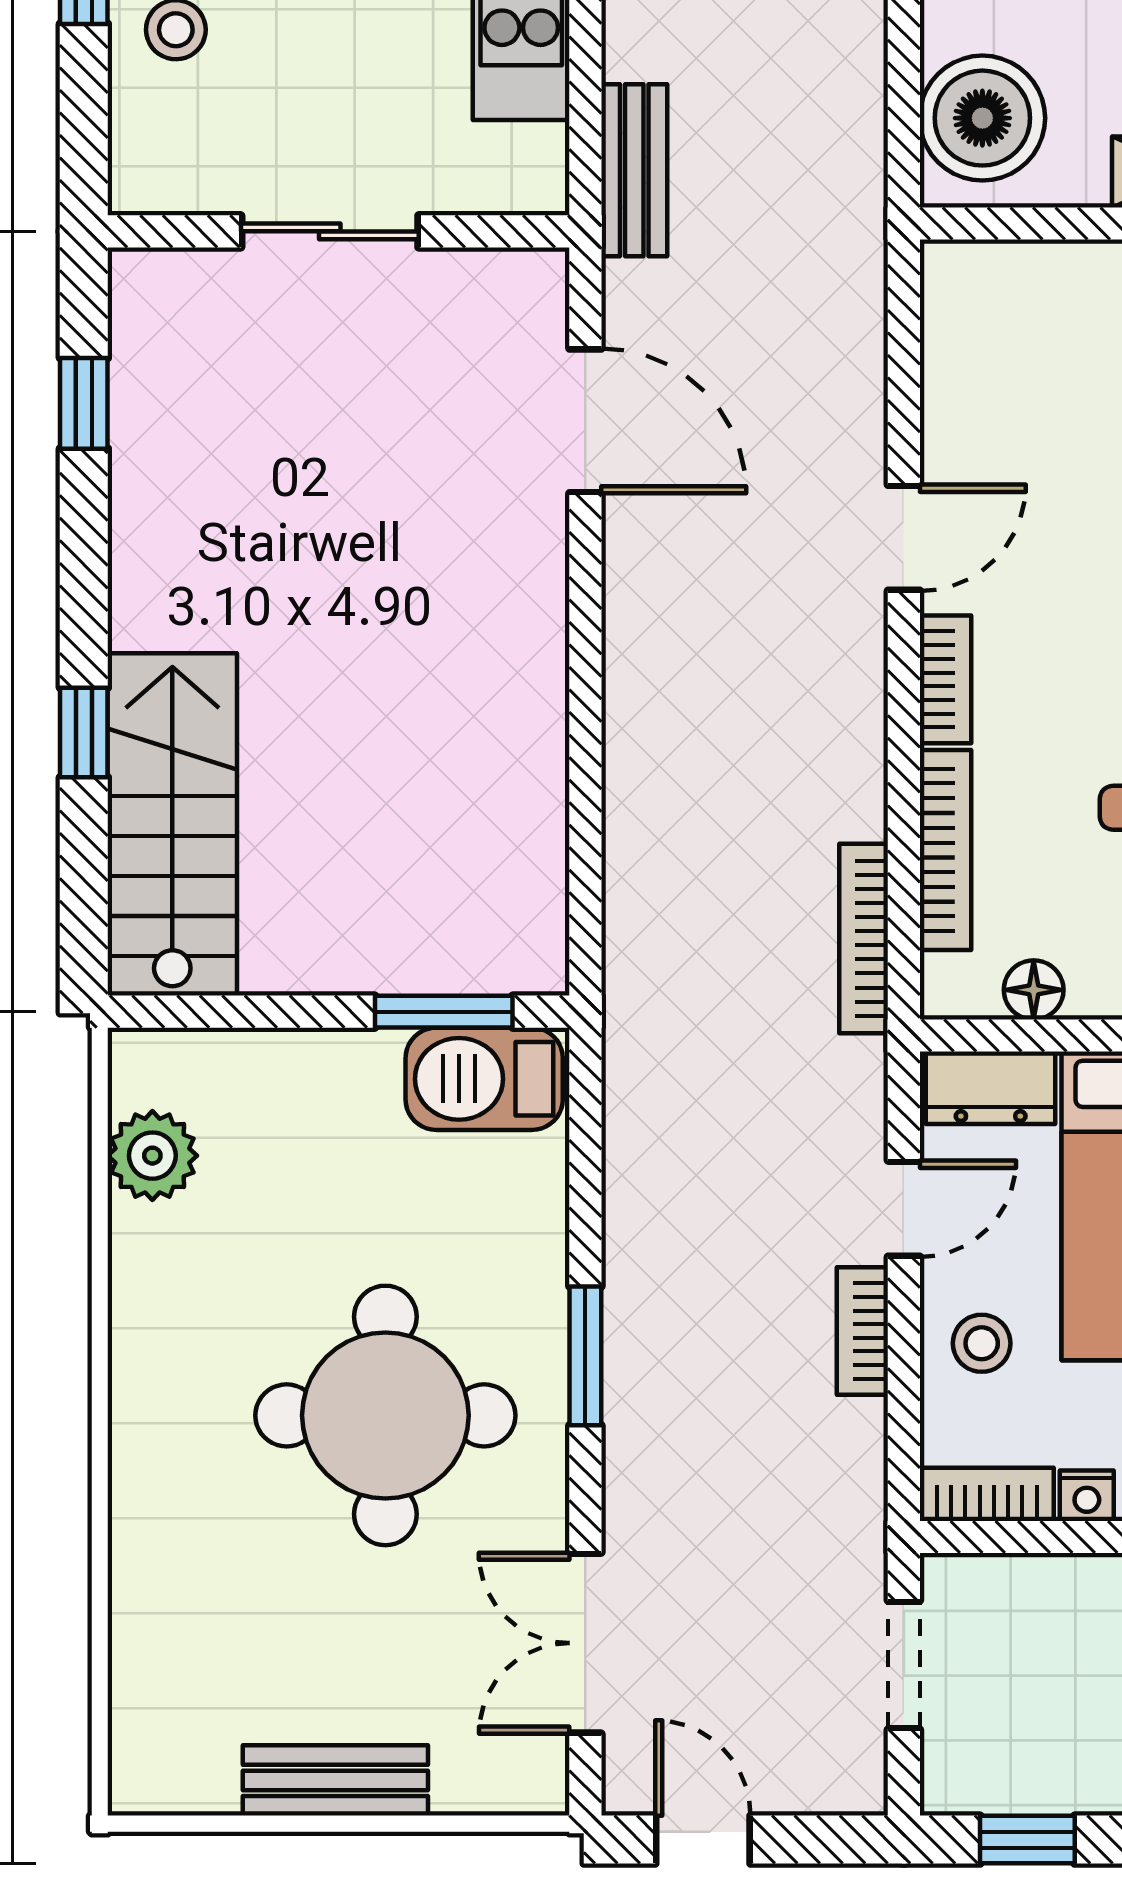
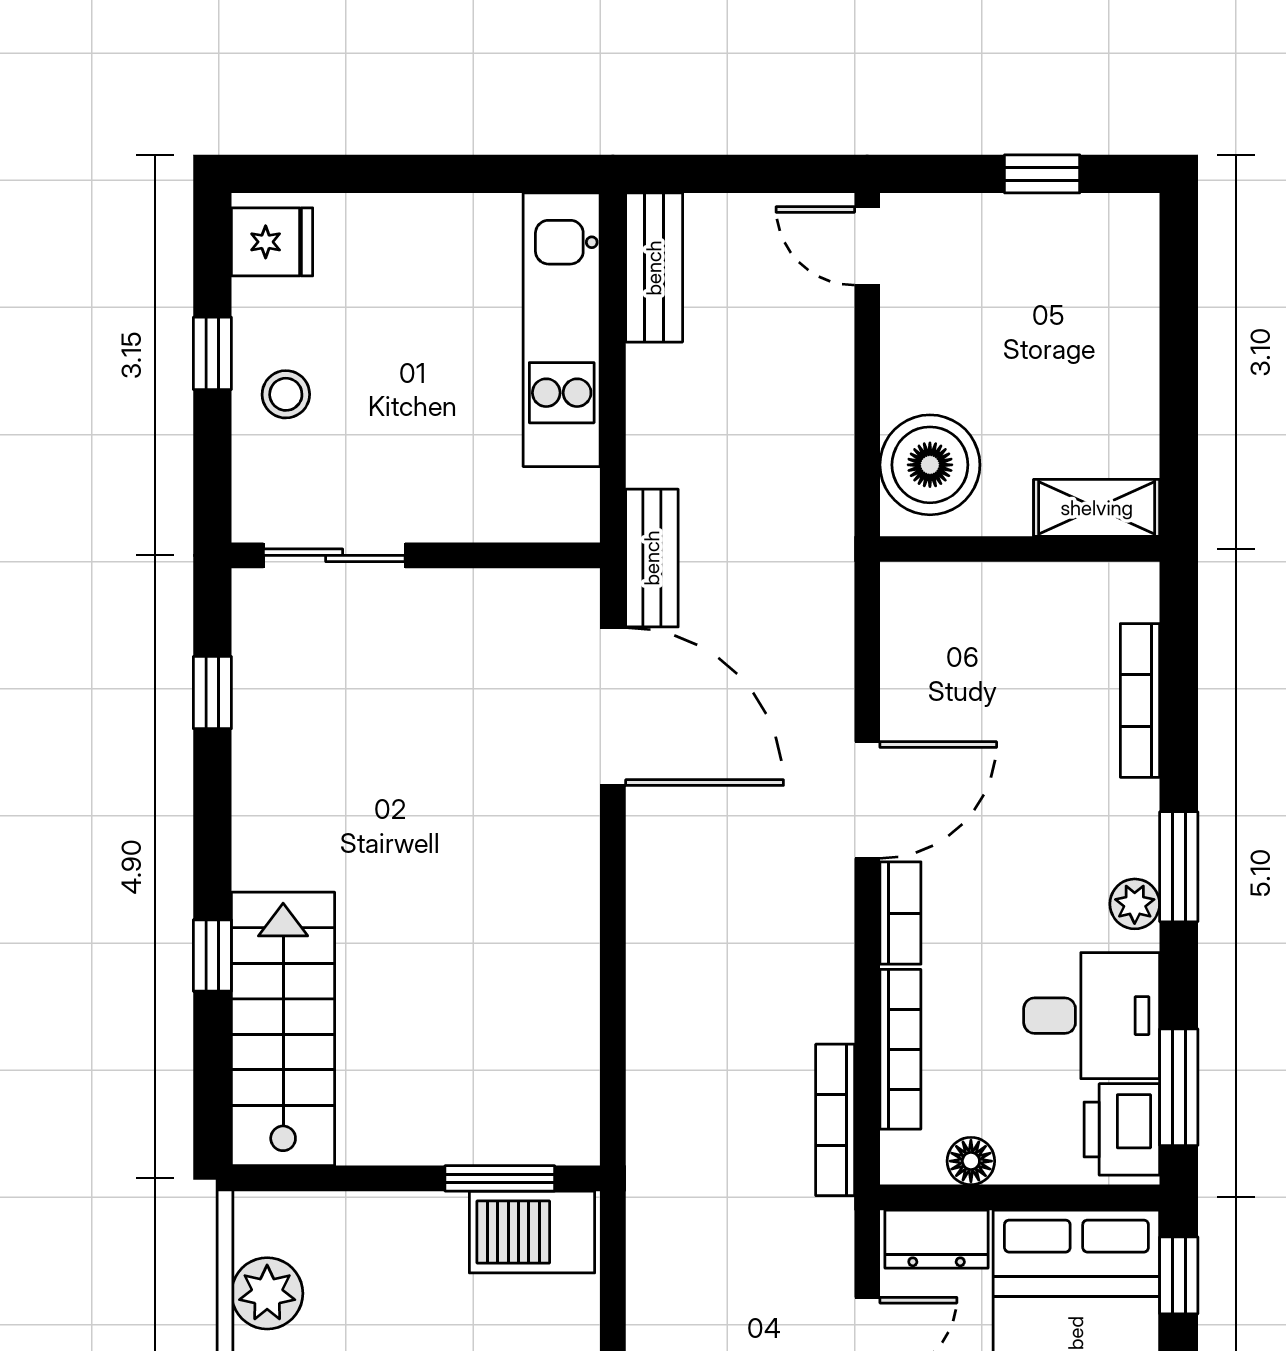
bench: (634, 170) -> (652, 558), moved
sliding door: (330, 231) -> (334, 555), moved
door: (585, 421) -> (613, 707), width x1.36
door: (904, 538) -> (867, 800), width x1.38

